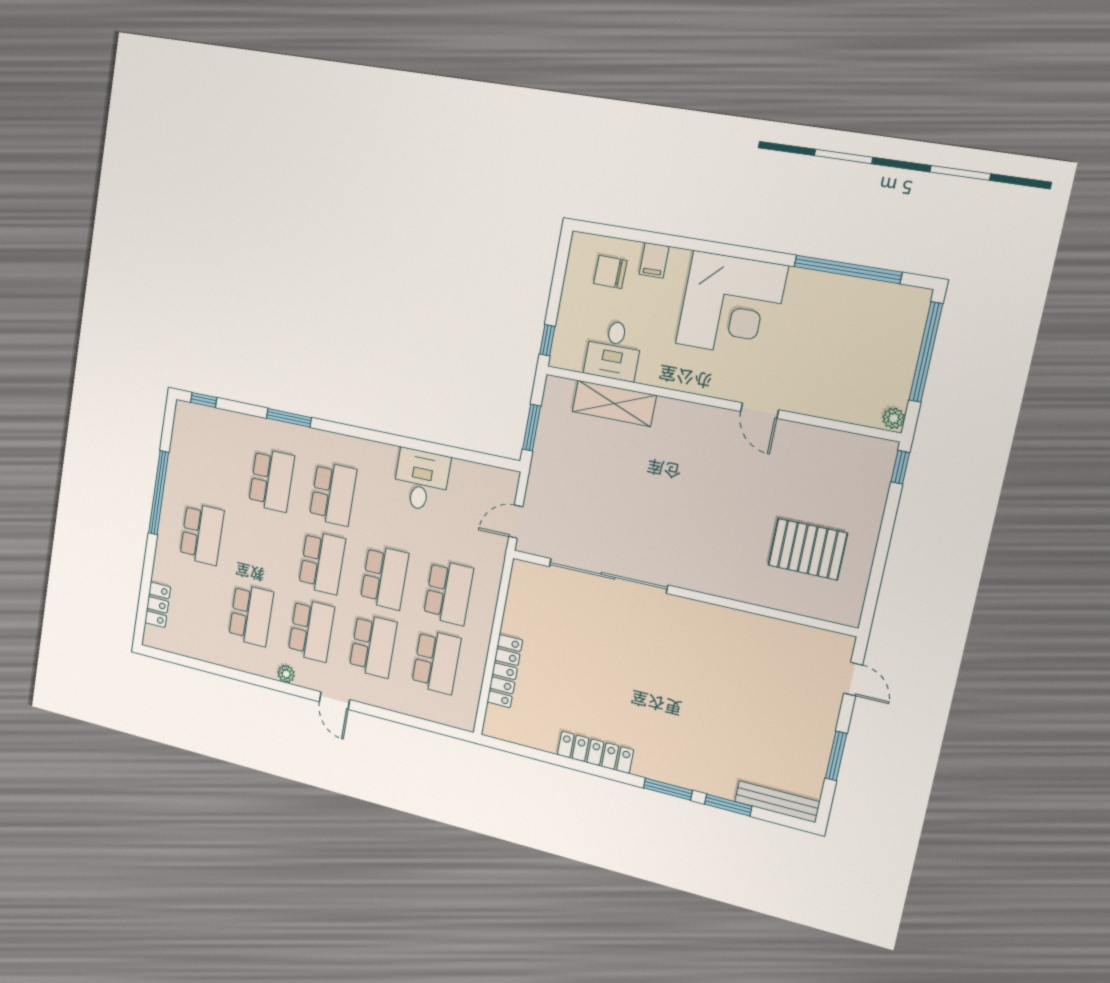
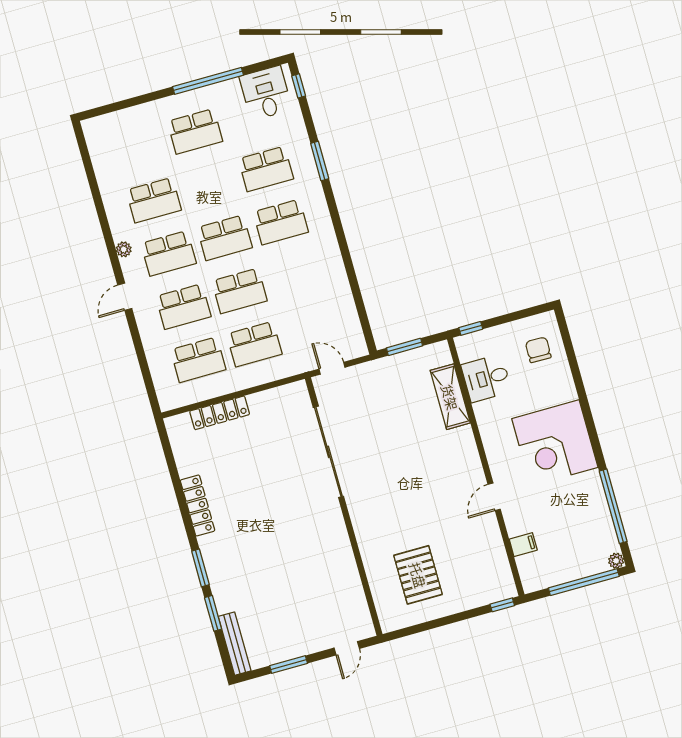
filing cabinet: (654, 260) -> (523, 545), moved, turned 180
plant: (894, 418) -> (616, 561), moved
desk: (421, 480) -> (266, 93), moved, turned -90
locker: (158, 605) -> (119, 120), removed

